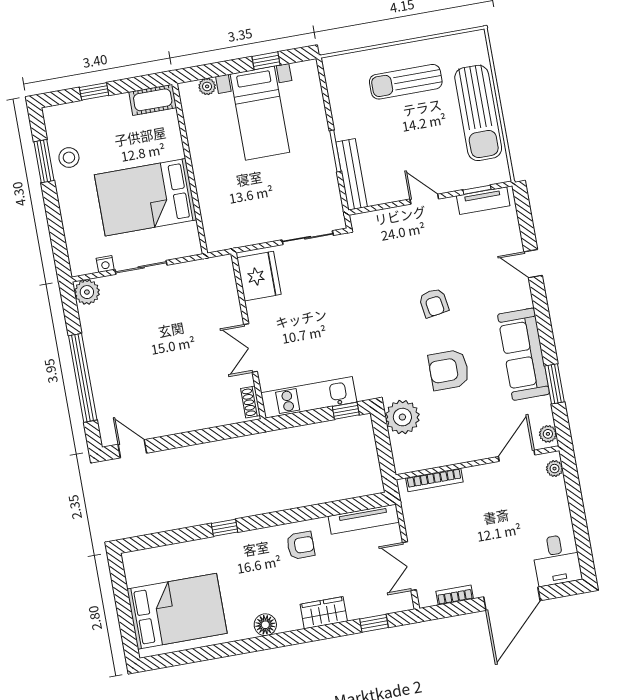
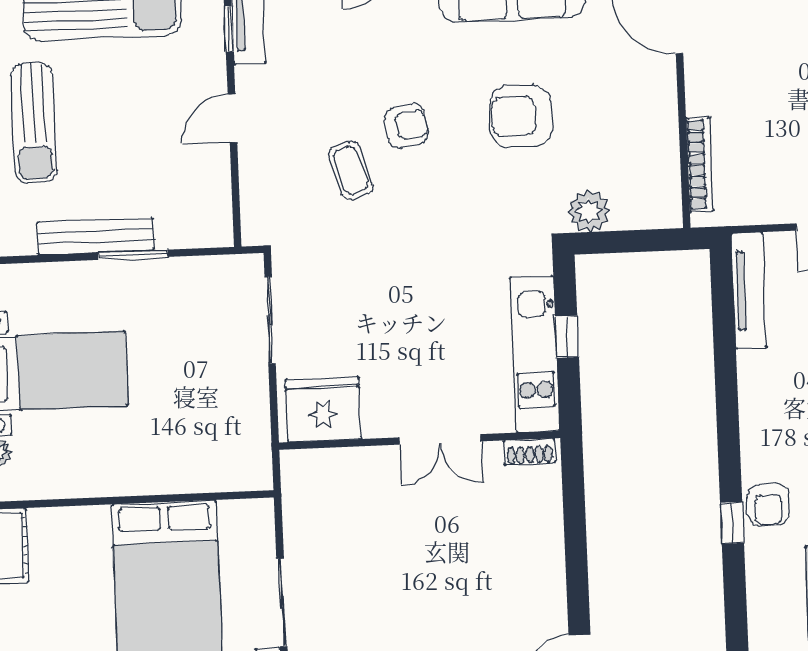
bench: (352, 174) -> (96, 236), moved
coffee table: (403, 273) -> (351, 170), added
armchair: (449, 370) -> (521, 116), turned 90
window: (346, 411) -> (567, 337), moved
plant: (402, 417) -> (589, 211), width x0.73, depth x0.73
armchair: (301, 545) -> (768, 505), moved, turned 180

